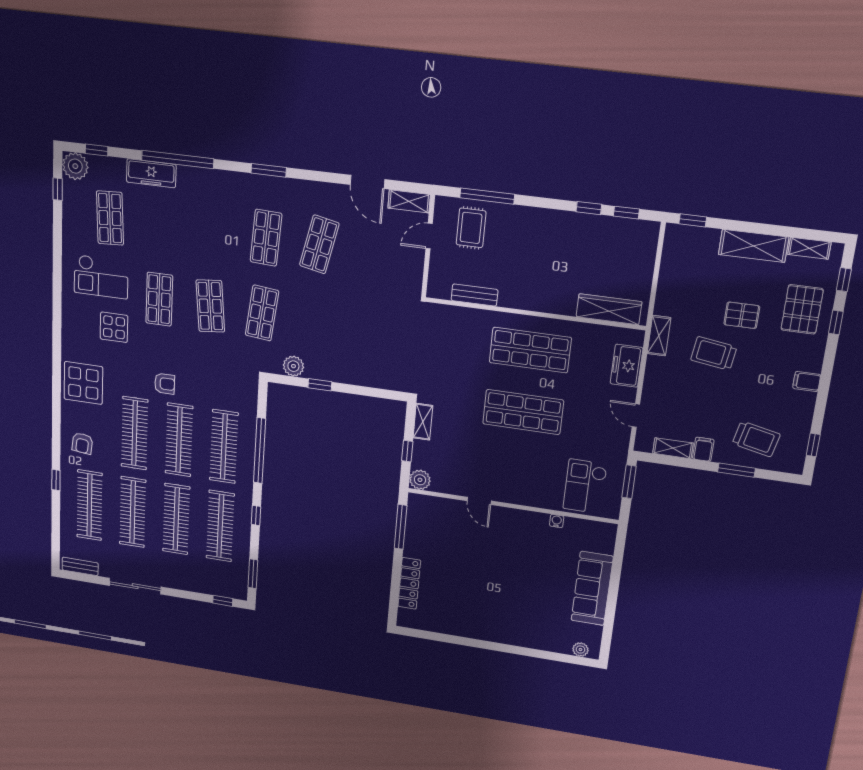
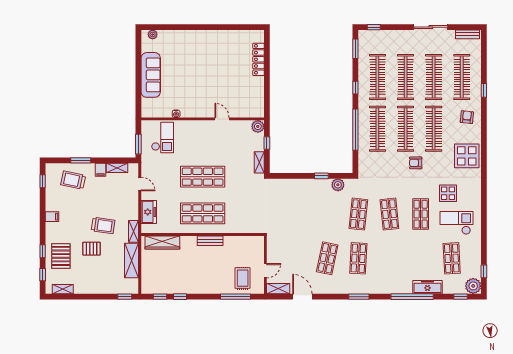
shelving: (753, 246) -> (132, 261), moved, turned 90
bench: (474, 295) -> (210, 241), moved
window: (400, 527) -> (267, 95), removed

